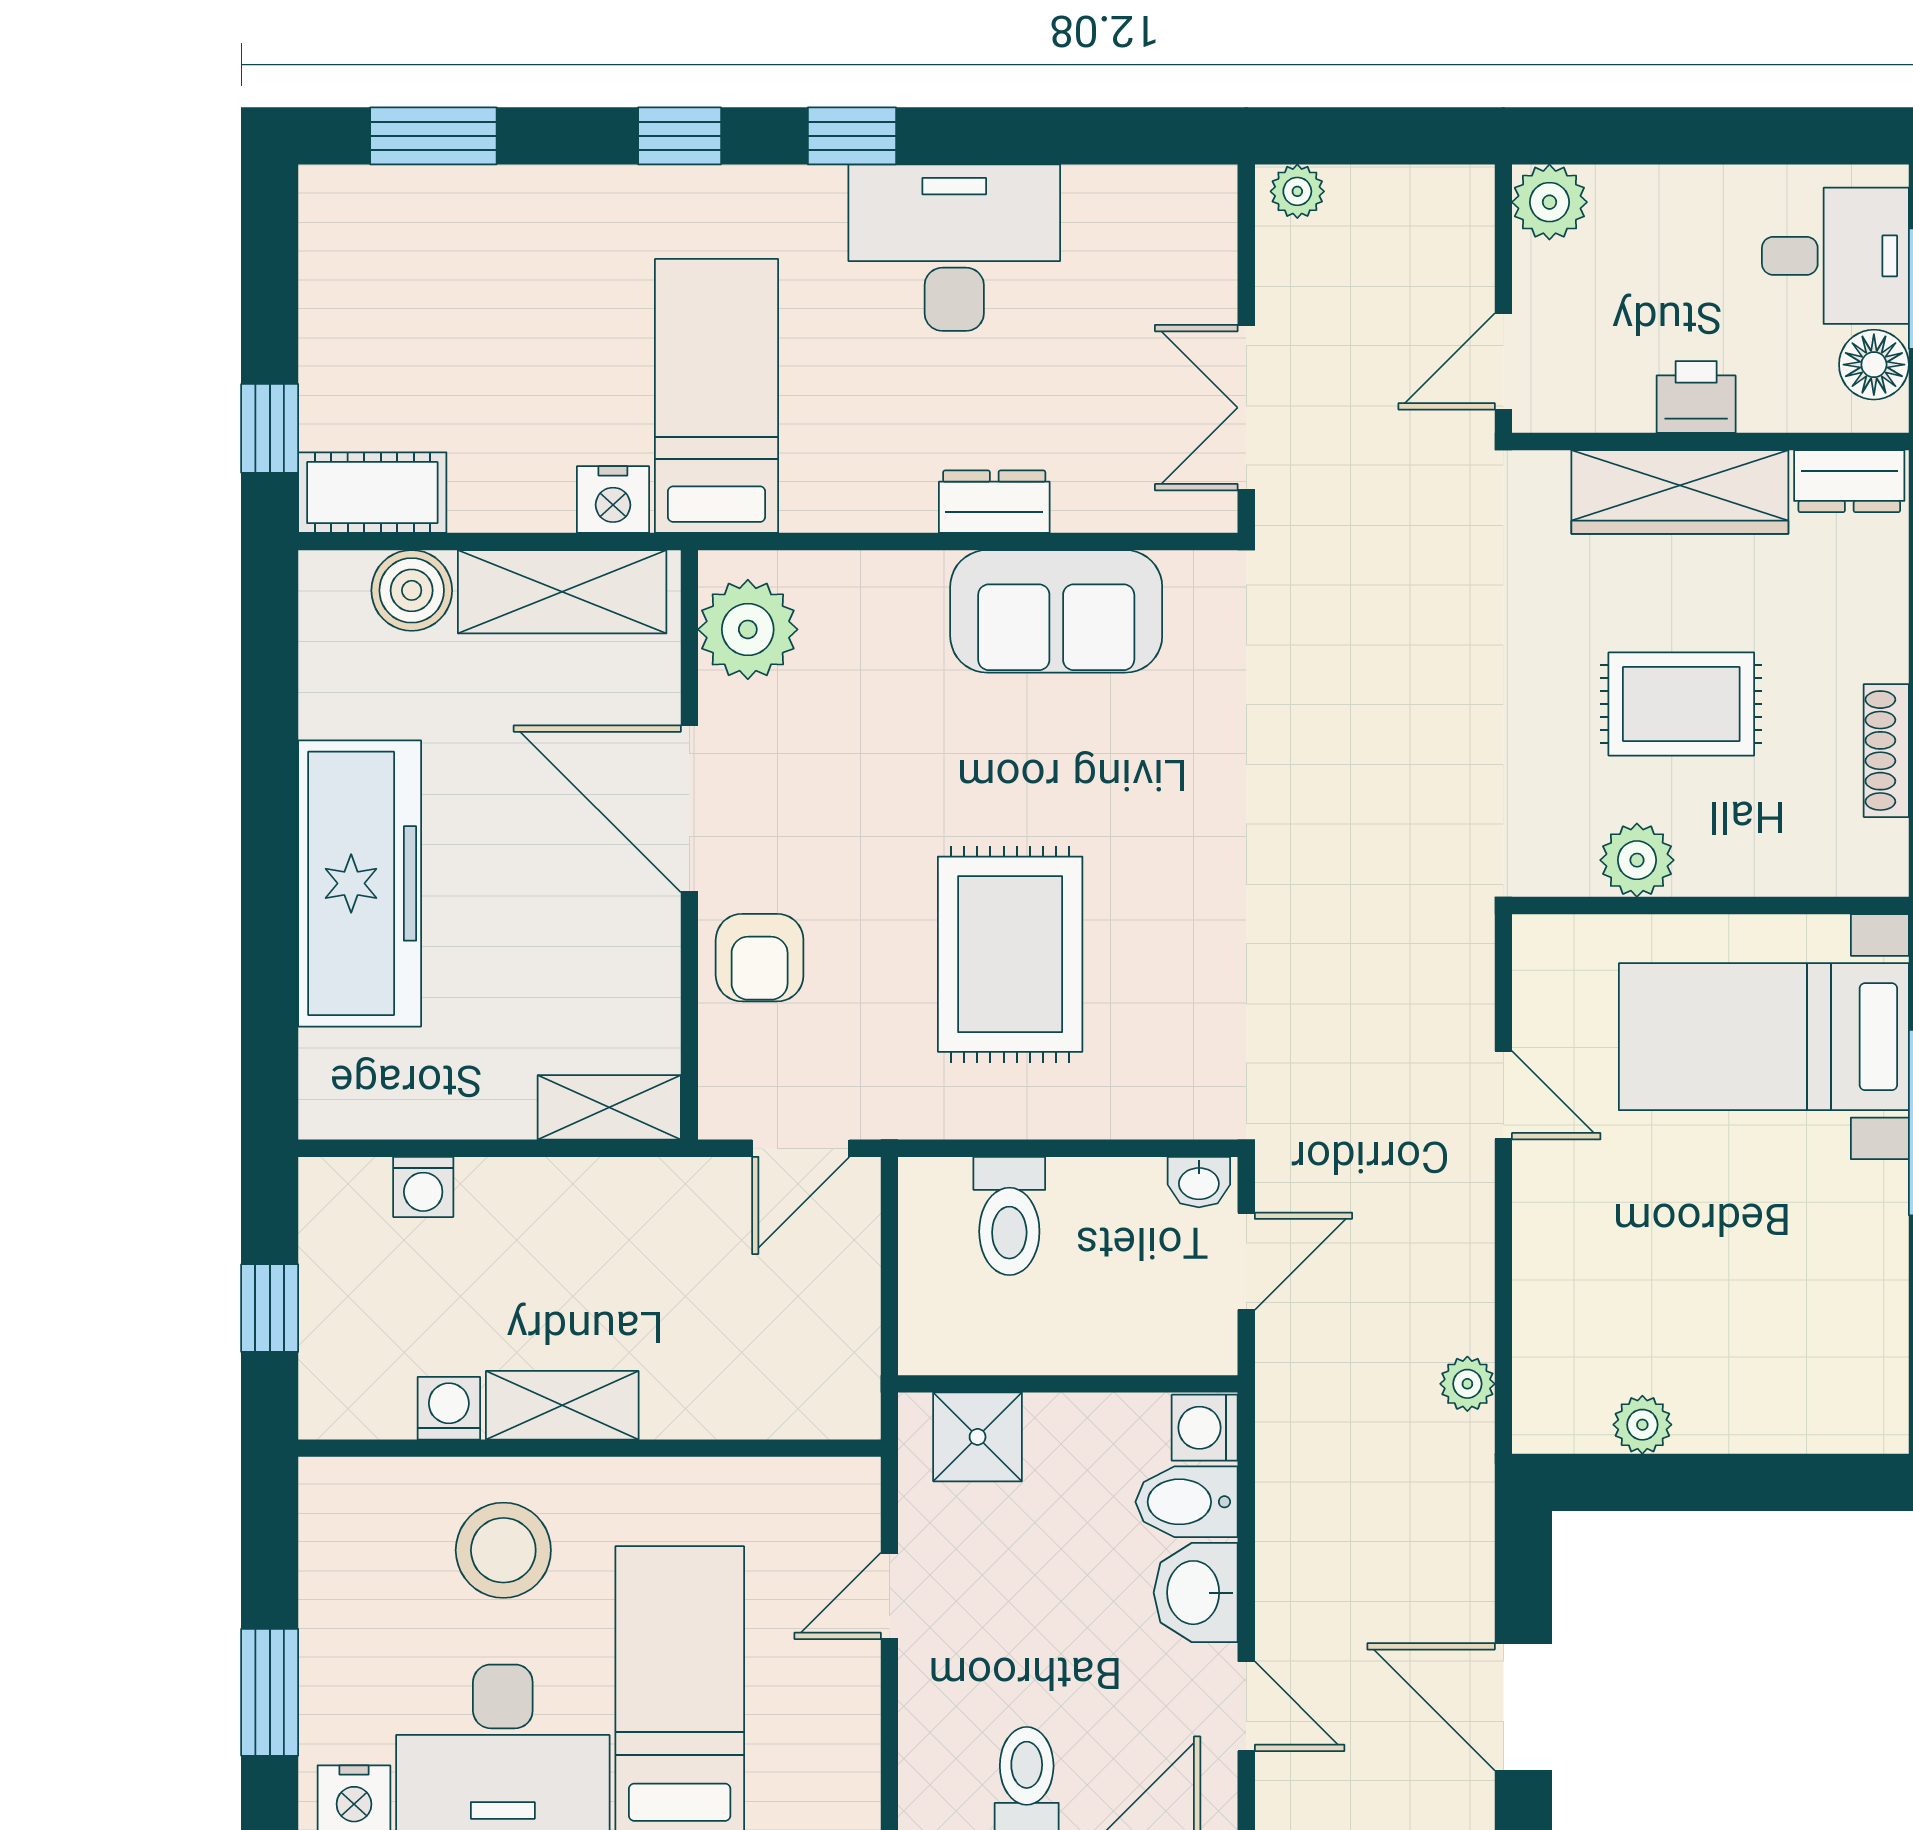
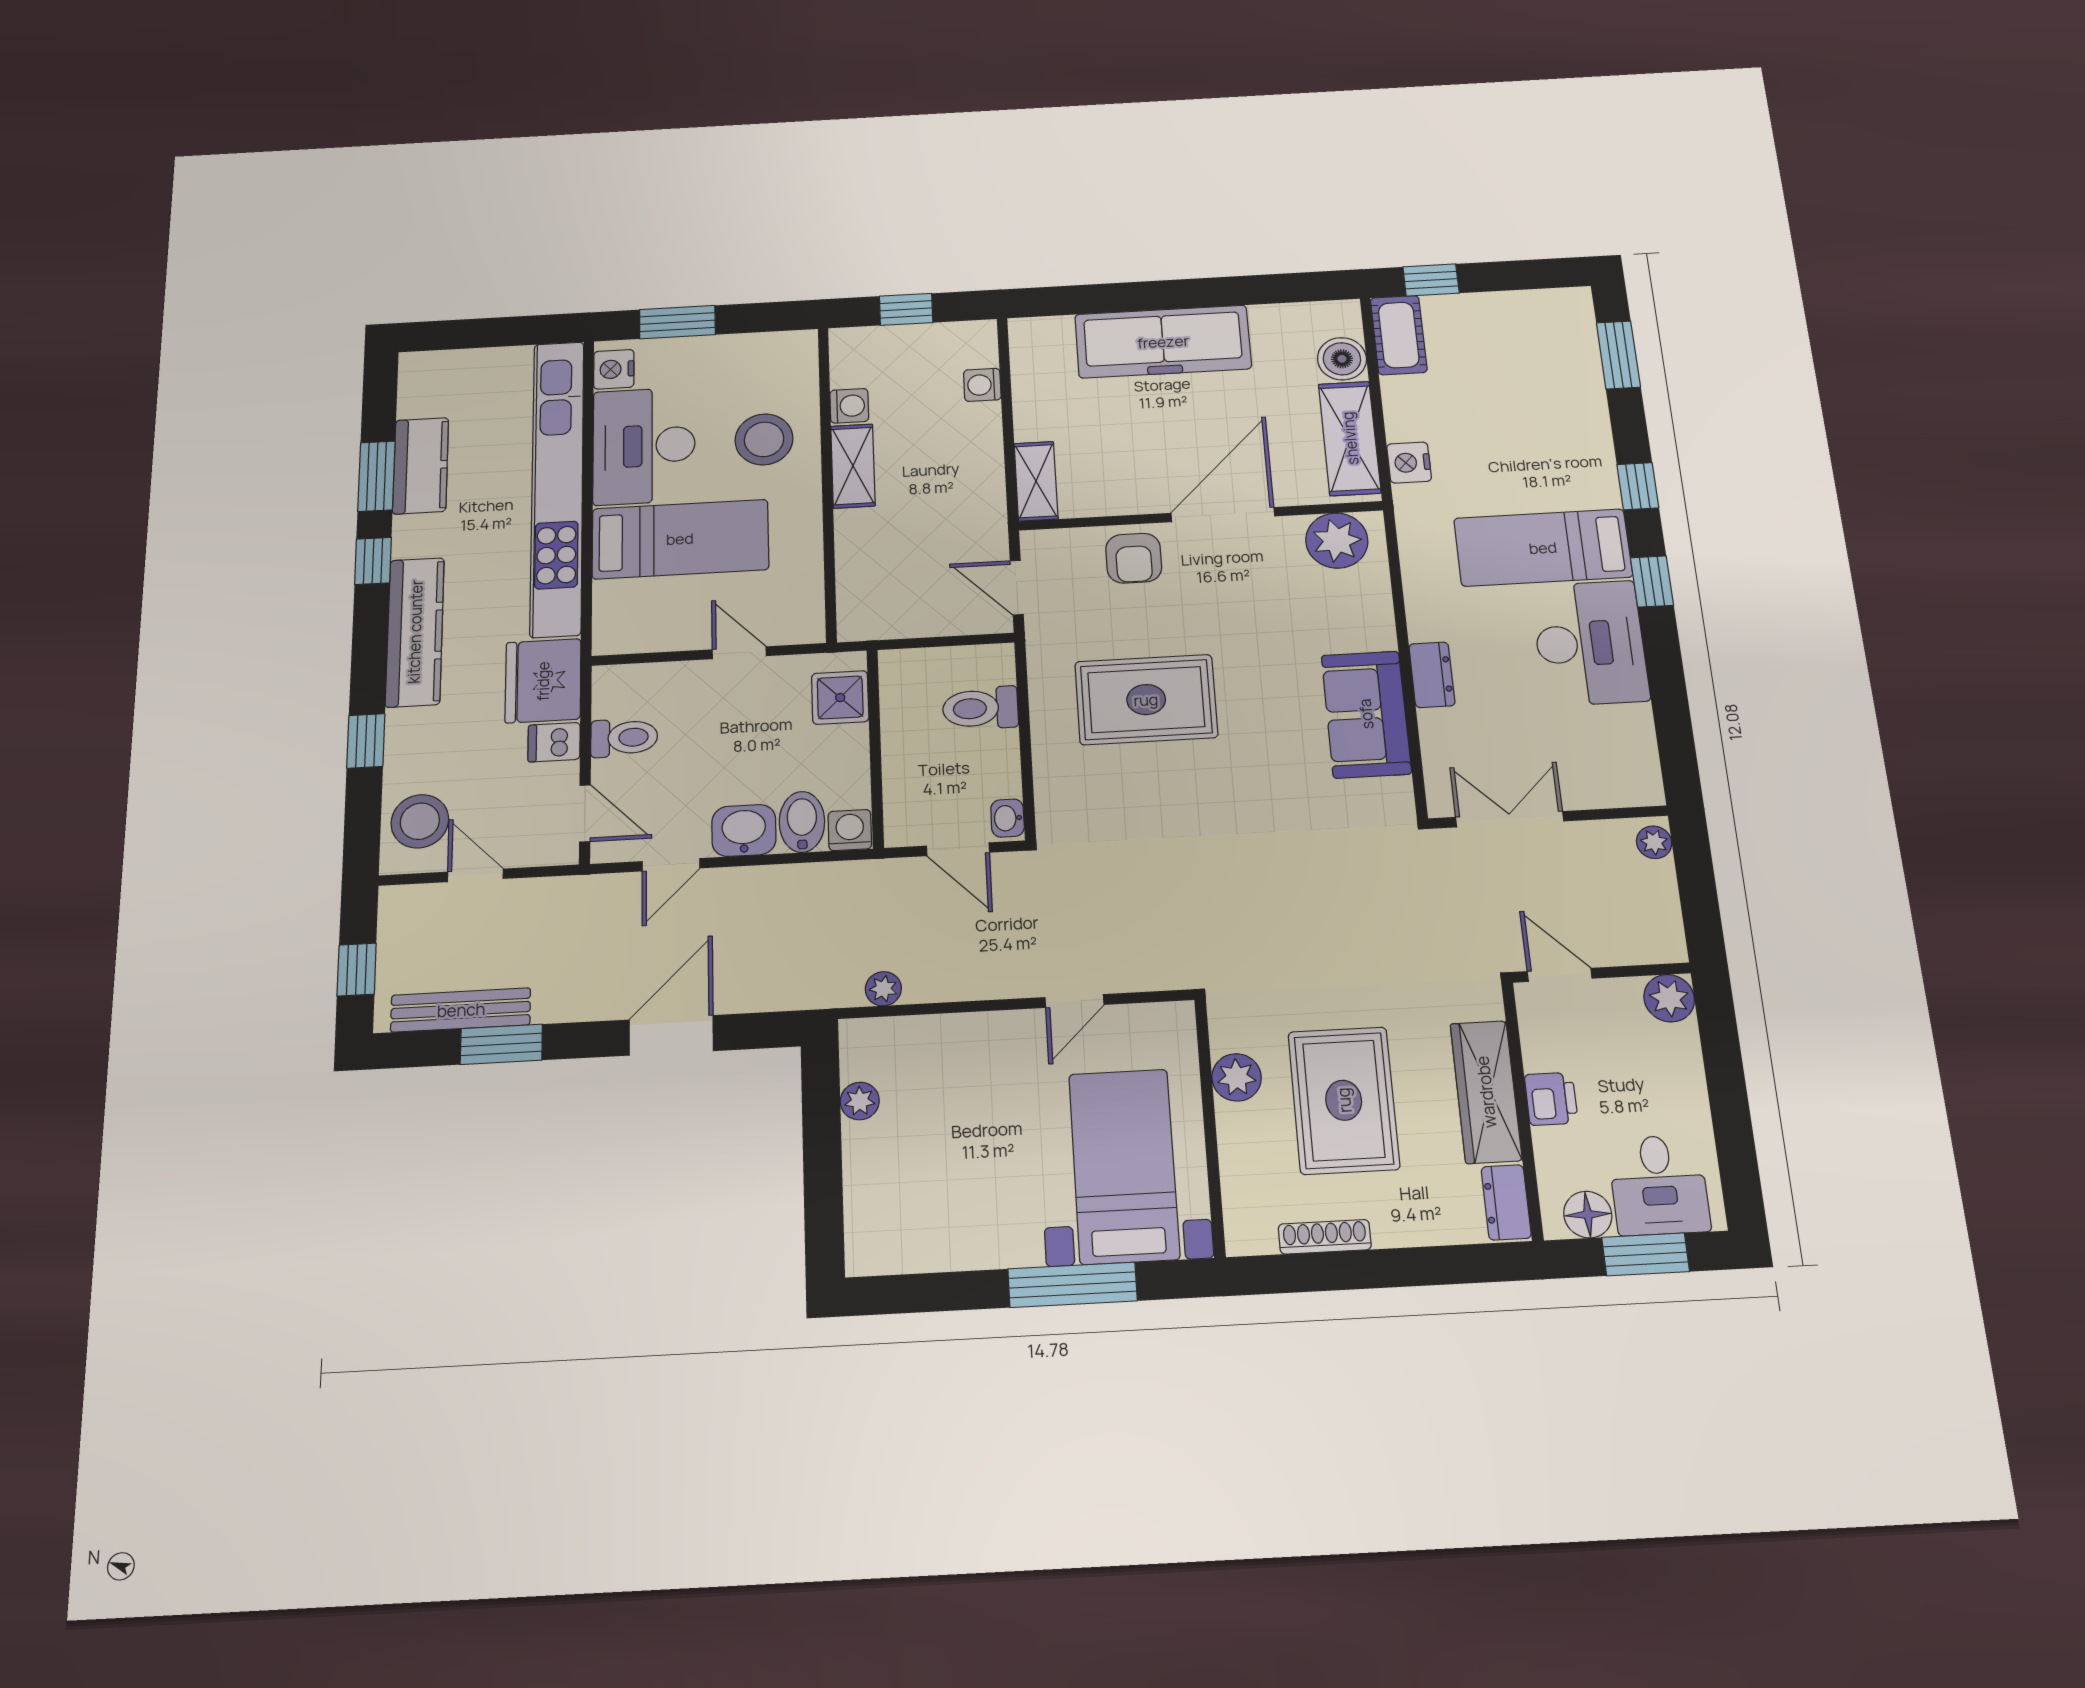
bed: (717, 396) -> (1543, 548), moved, turned 180
rug: (1681, 704) -> (1344, 1100), width x1.36, depth x1.43
armchair: (760, 958) -> (1134, 558), turned -90

